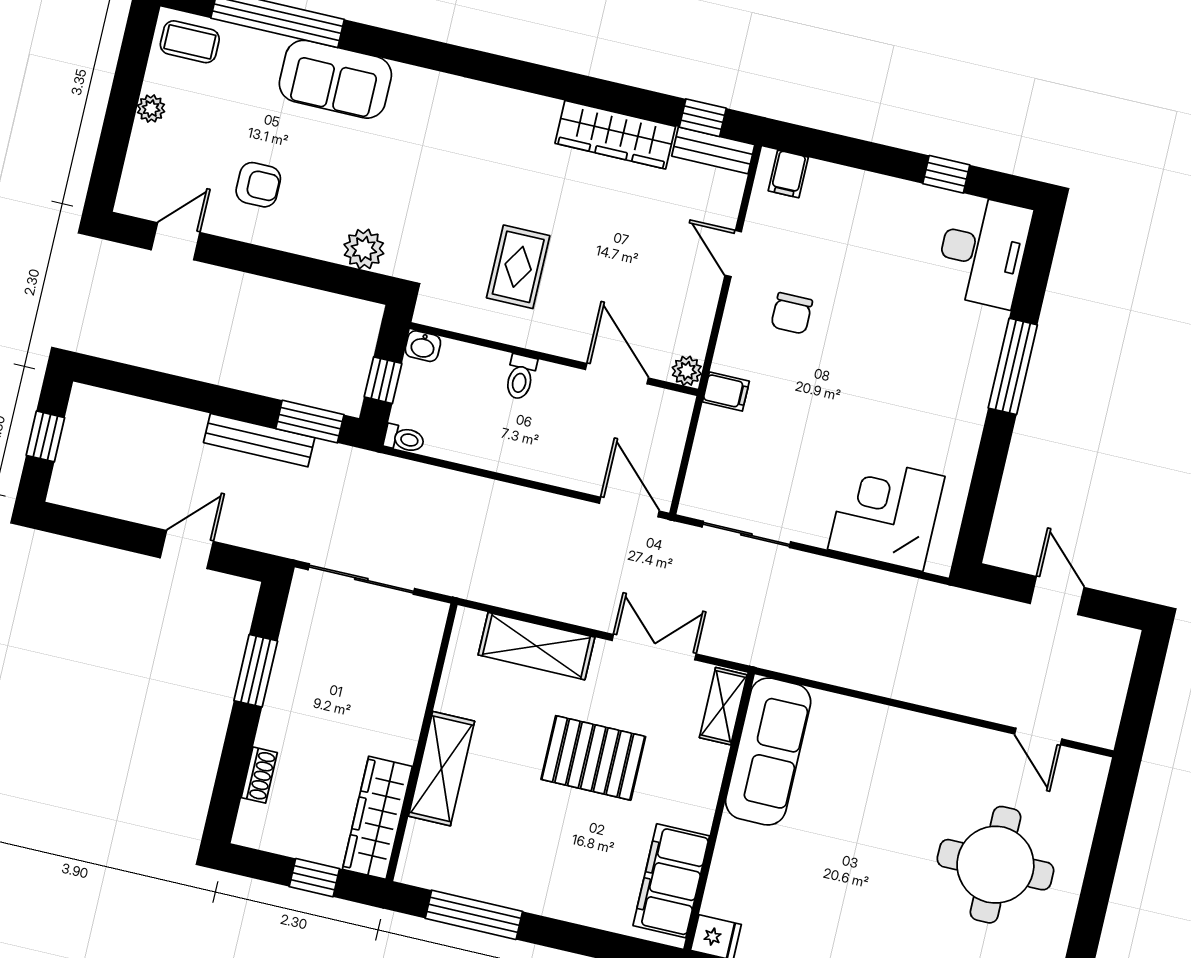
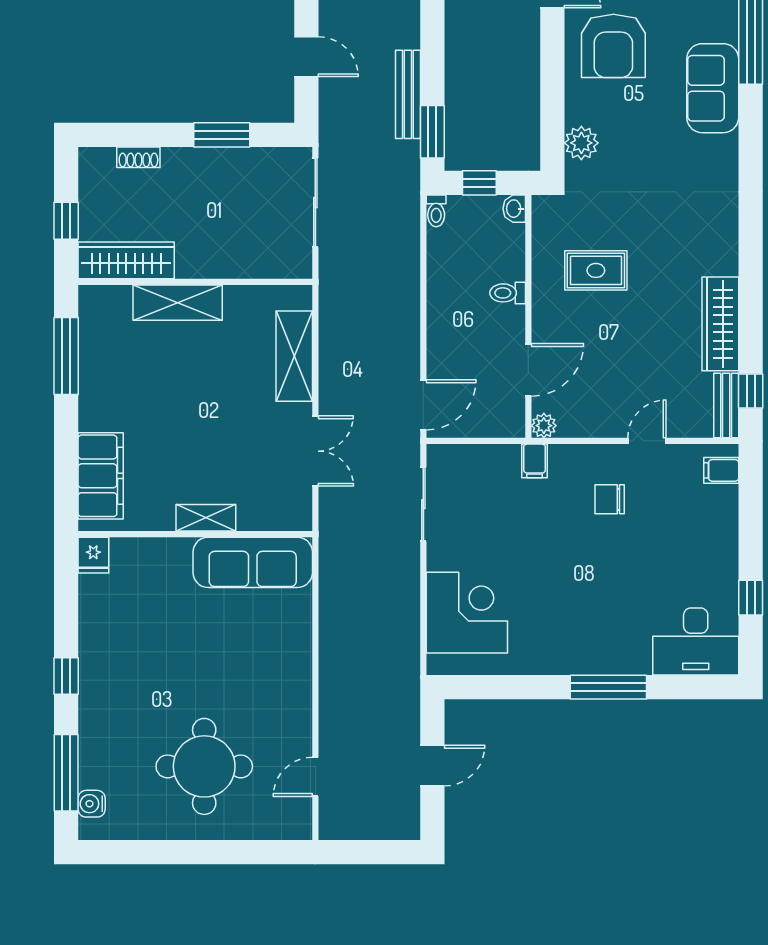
armchair: (258, 185) -> (613, 46), width x1.88, depth x1.88
shelving: (723, 706) -> (206, 518), moved
pallet: (593, 758) -> (215, 423), removed
filing cabinet: (671, 881) -> (101, 476), moved, turned 90

